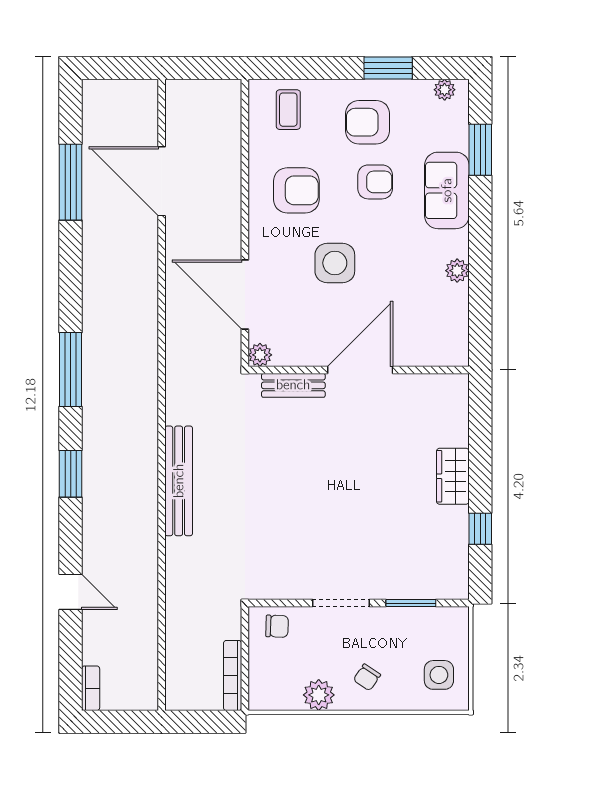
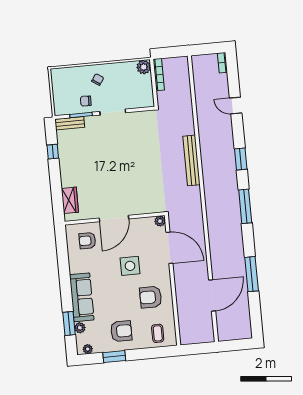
door: (162, 181) -> (212, 295), hinge flipped
window: (71, 182) -> (252, 274), moved
armchair: (375, 182) -> (87, 241), moved
sofa: (447, 190) -> (82, 297), width x1.36
plant: (457, 271) -> (80, 328), moved
bench: (293, 385) -> (70, 123), moved
wardrobe: (453, 476) -> (70, 200), moved
chair: (277, 626) -> (86, 101), moved
side table: (439, 675) -> (65, 84), removed
plant: (319, 695) -> (144, 67), moved

